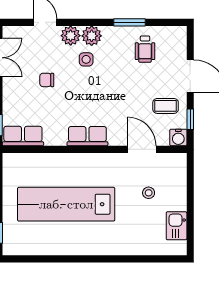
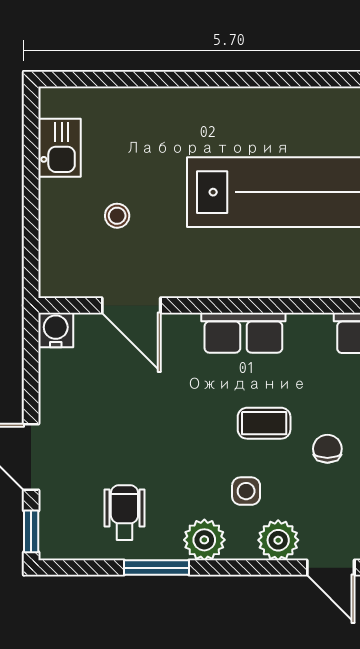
plant: (92, 36) -> (204, 540), moved
chair: (47, 80) -> (327, 449), turned -90
coffee table: (166, 106) -> (264, 423), moved
window: (190, 119) -> (31, 531), moved

